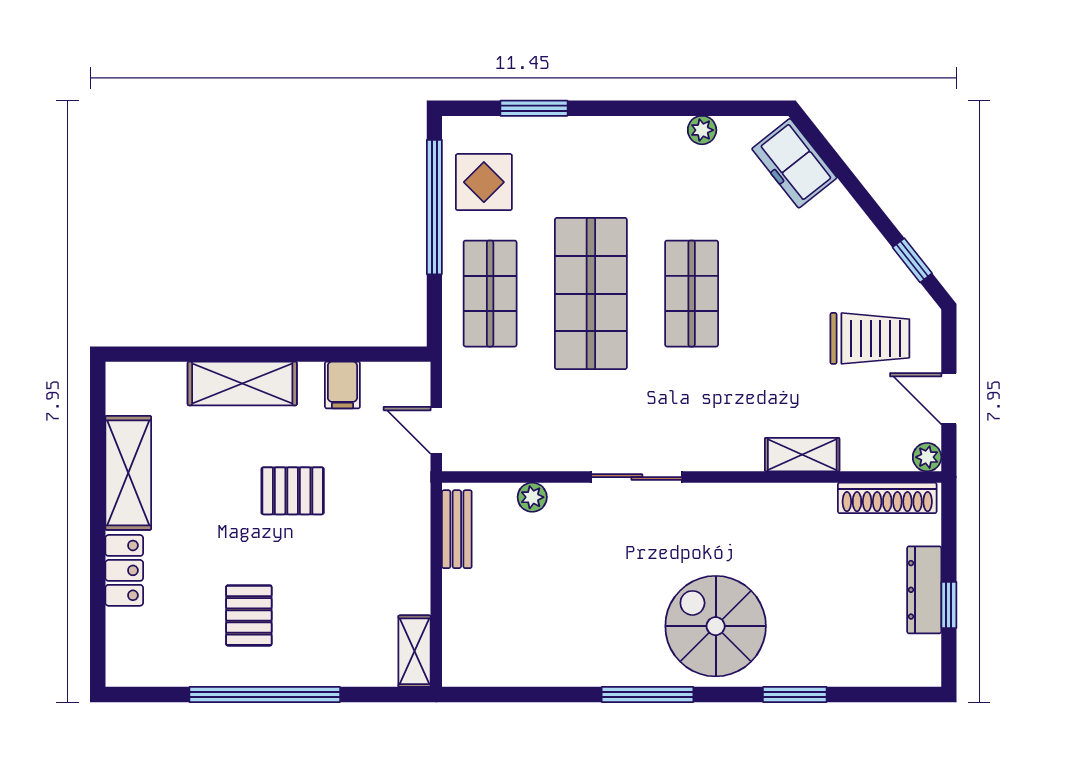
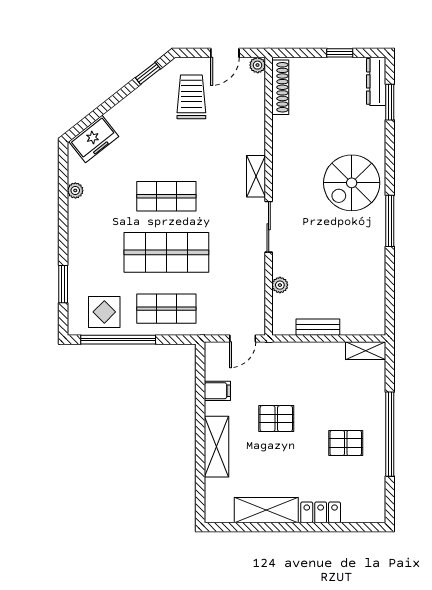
shelving: (802, 455) -> (256, 176), moved
pallet: (293, 491) -> (276, 419), turned 90
bench: (457, 529) -> (318, 327), moved
dresser: (924, 590) -> (376, 81), moved, turned 90
window: (795, 694) -> (390, 102), moved

